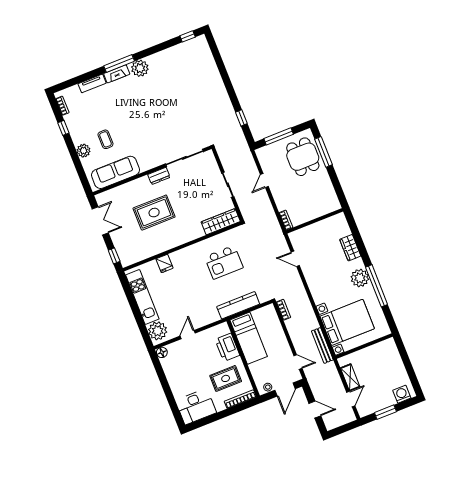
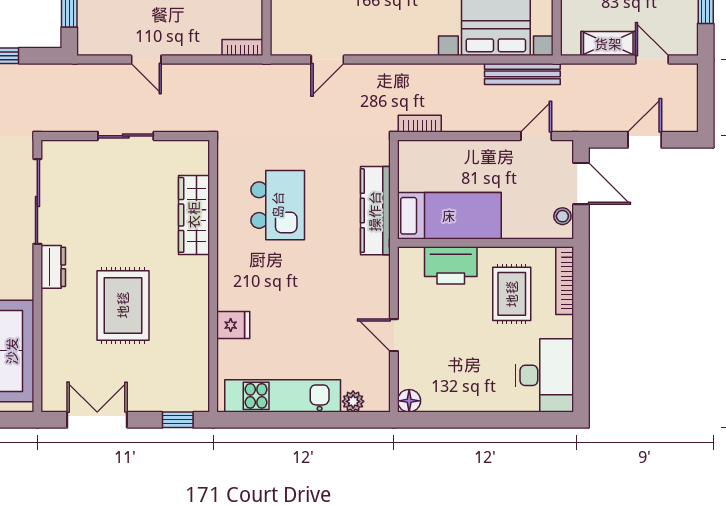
wardrobe: (221, 222) -> (194, 215), moved
plant: (158, 331) -> (353, 401), width x0.53, depth x0.53

